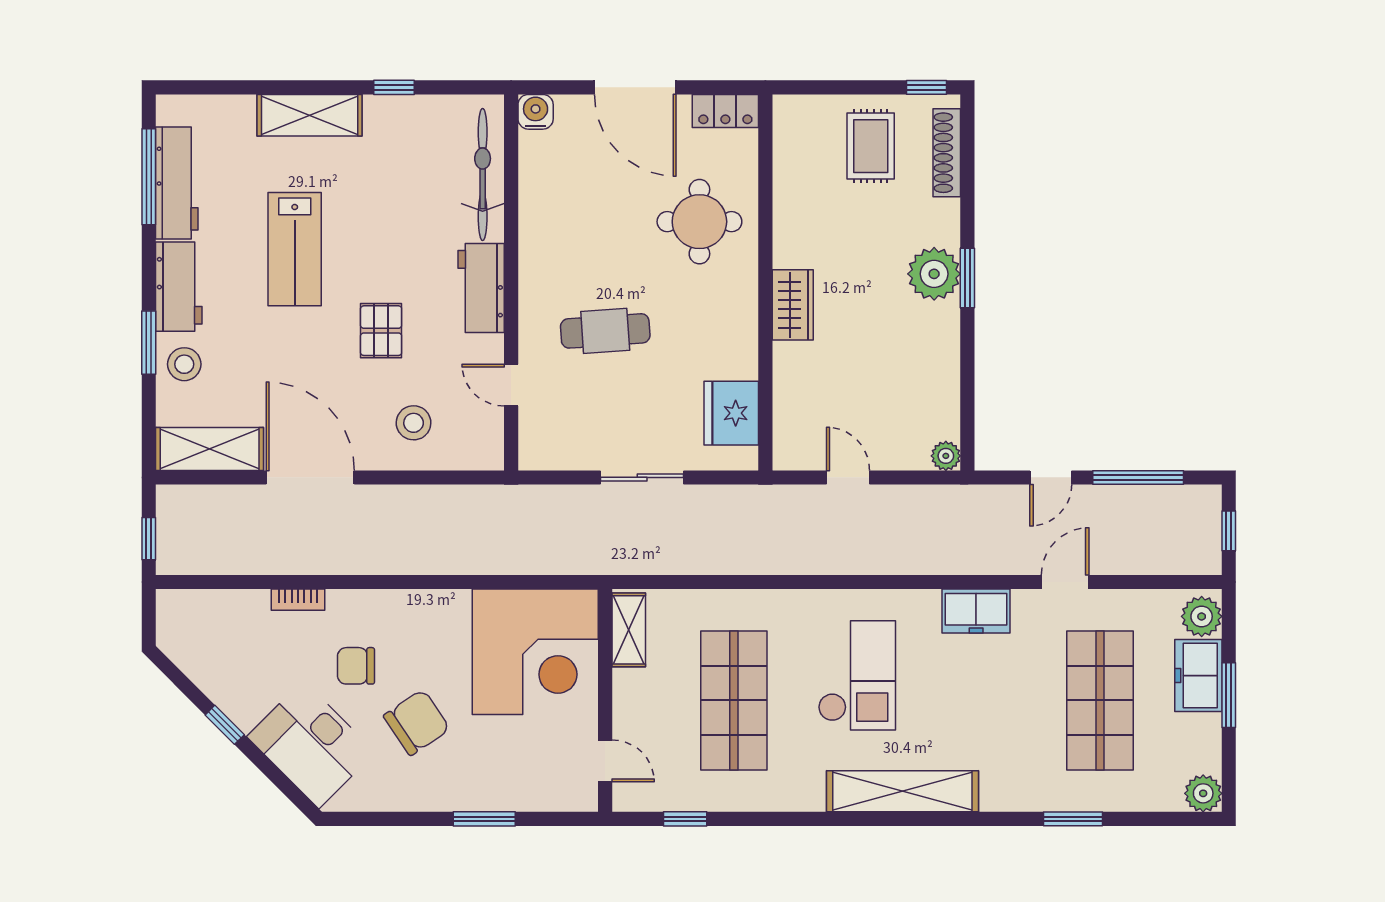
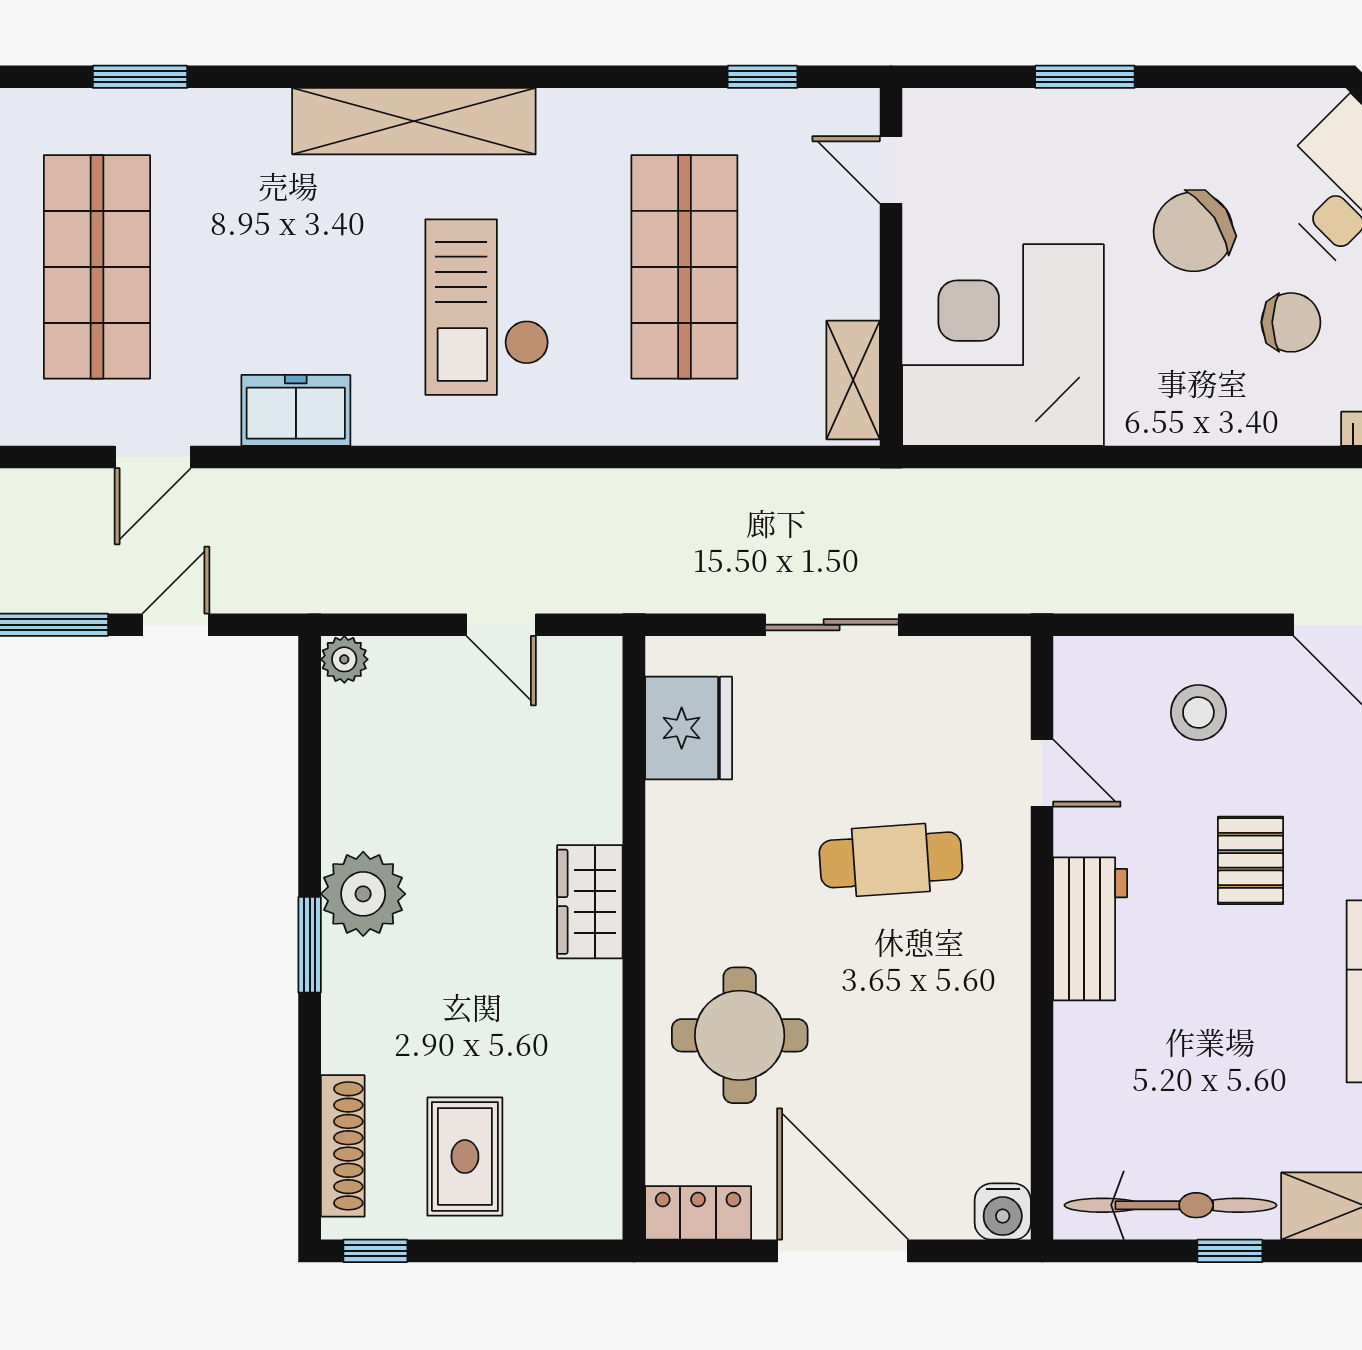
bicycle: (483, 174) -> (1171, 1205), moved, turned -90
plant: (934, 274) -> (363, 894), moved

